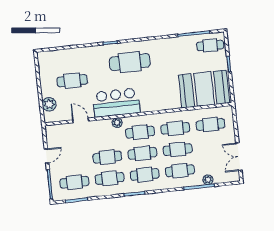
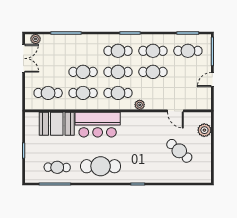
cafe table: (210, 45) -> (57, 167), moved
cafe table: (130, 62) -> (101, 166), moved
cafe table: (72, 81) -> (179, 151), turned 41
booth: (204, 89) -> (57, 124), width x0.73, depth x0.70
bar counter: (116, 103) -> (98, 125), moved
cafe table: (180, 171) -> (83, 51), removed
plant: (208, 180) -> (36, 39), moved

